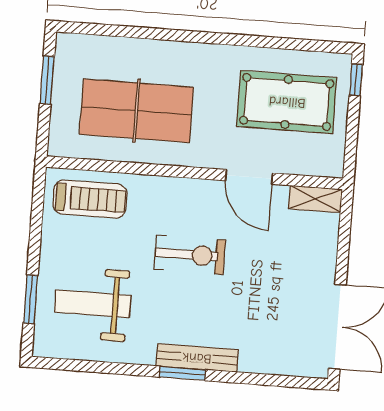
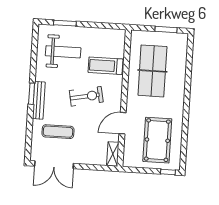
treadmill: (90, 199) -> (105, 66), moved, turned 90
exercise bike: (190, 255) -> (86, 96), turned -101
weight bench: (93, 304) -> (63, 52), turned 90
exercise mat: (266, 317) -> (58, 132), added

